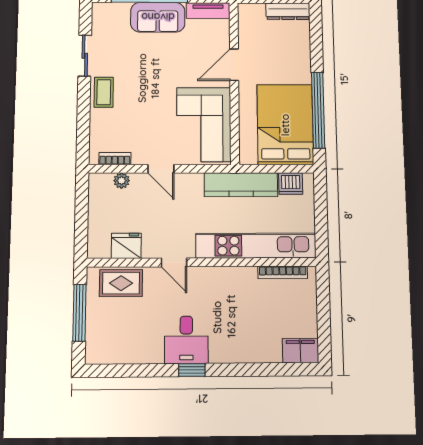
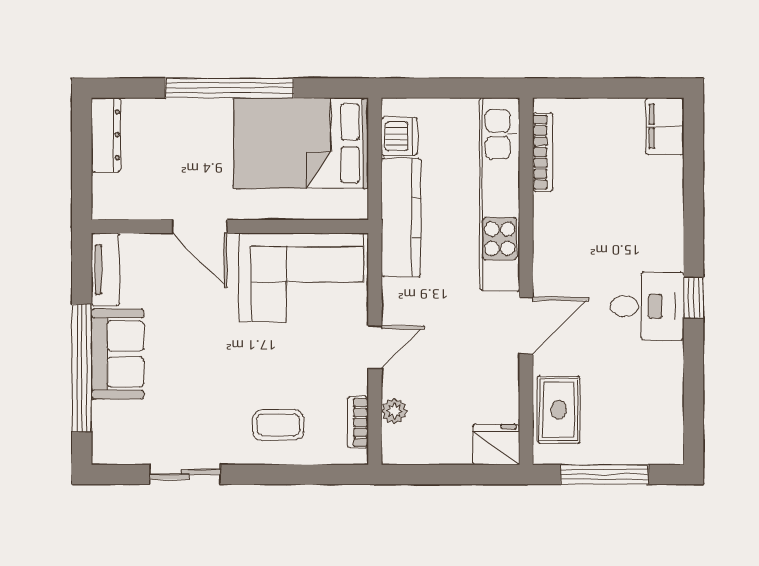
coffee table: (104, 92) -> (278, 425), moved
window: (318, 110) -> (229, 88), moved
fridge: (126, 246) -> (496, 445), moved, turned 90
door: (174, 262) -> (526, 326), width x1.38

